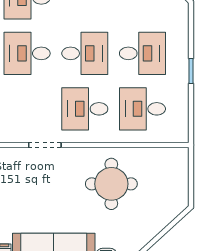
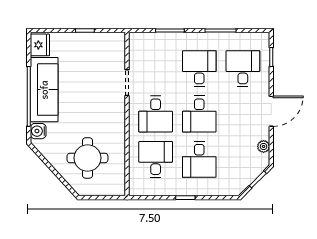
desk: (85, 109) -> (156, 114), turned 180
round table: (111, 184) -> (87, 158), moved

